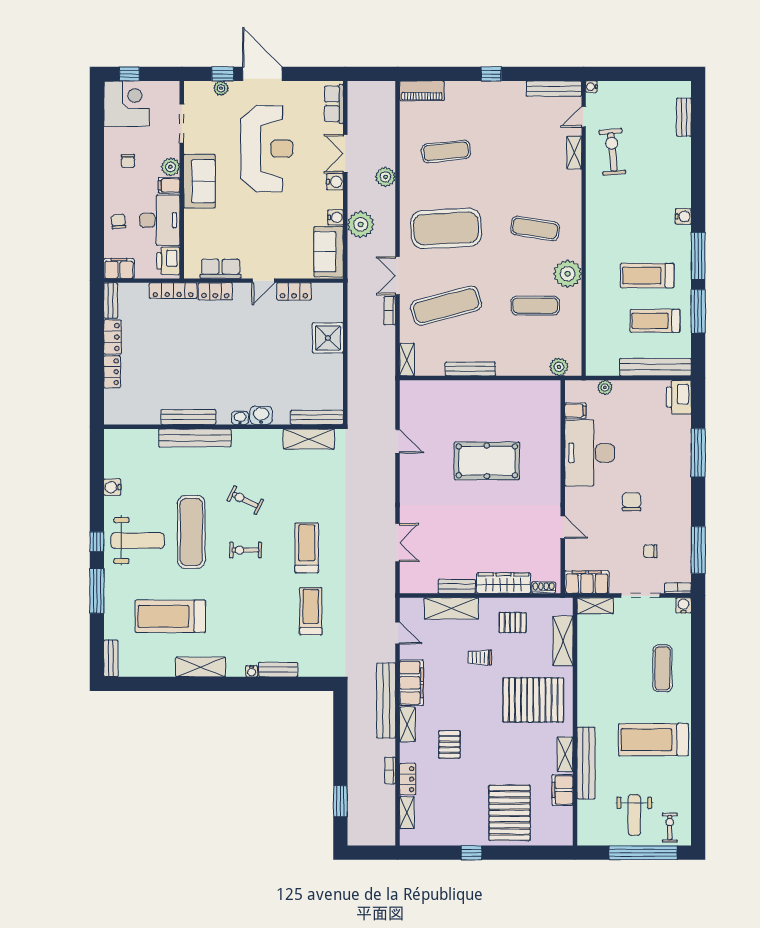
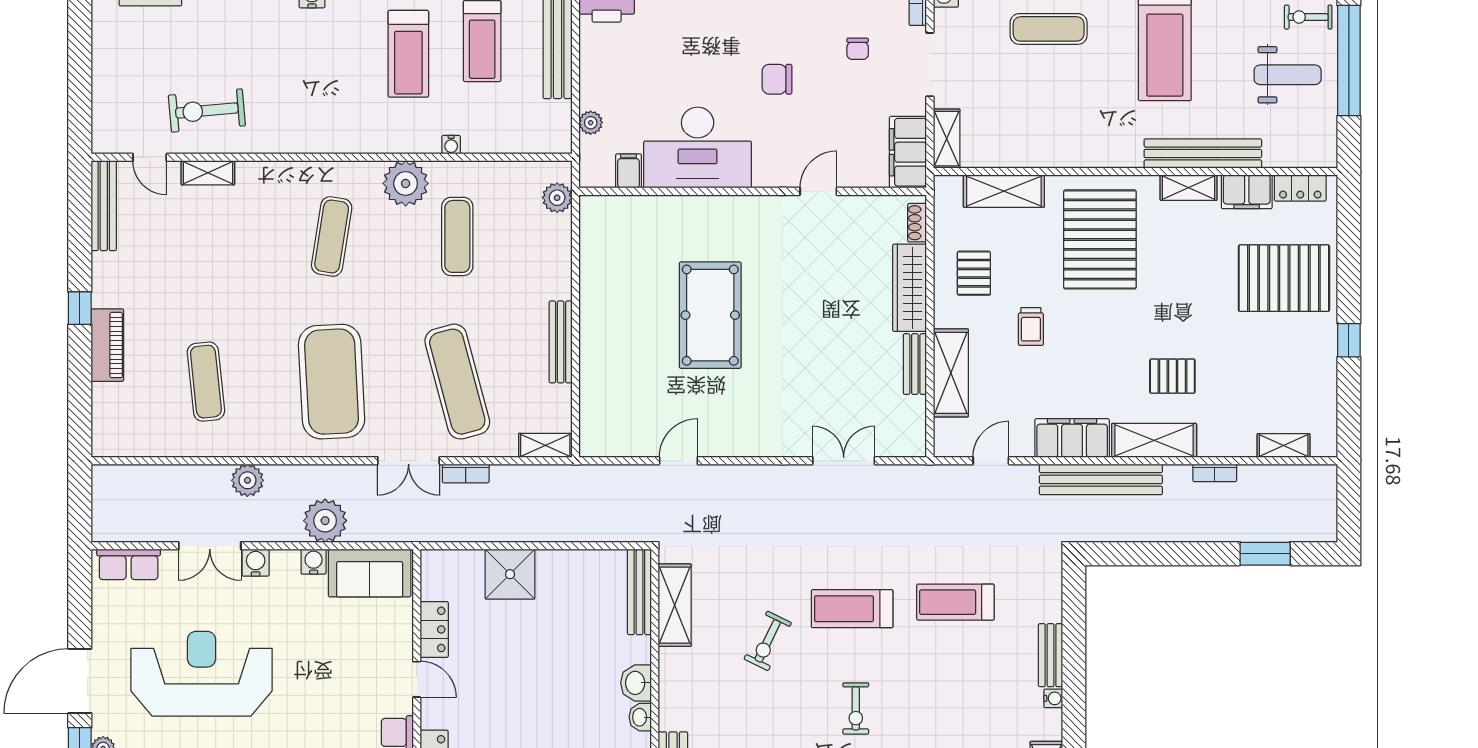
water cooler: (591, 87) -> (451, 145), moved
piano: (422, 91) -> (107, 345), moved
exercise bike: (245, 500) -> (768, 641), moved
shelving: (407, 724) -> (1154, 440), width x1.50, depth x1.33
locker: (408, 779) -> (1300, 188), moved, turned 180

